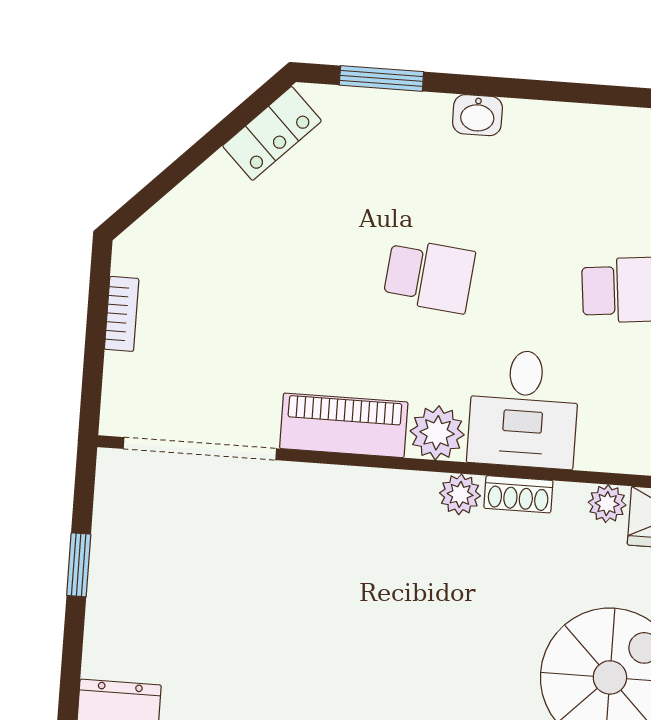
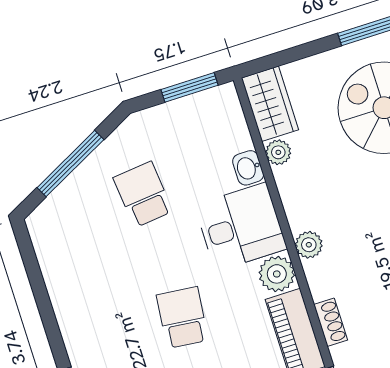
washbasin: (477, 115) -> (248, 168), moved, turned 180
shoe rack: (518, 494) -> (331, 322), moved

